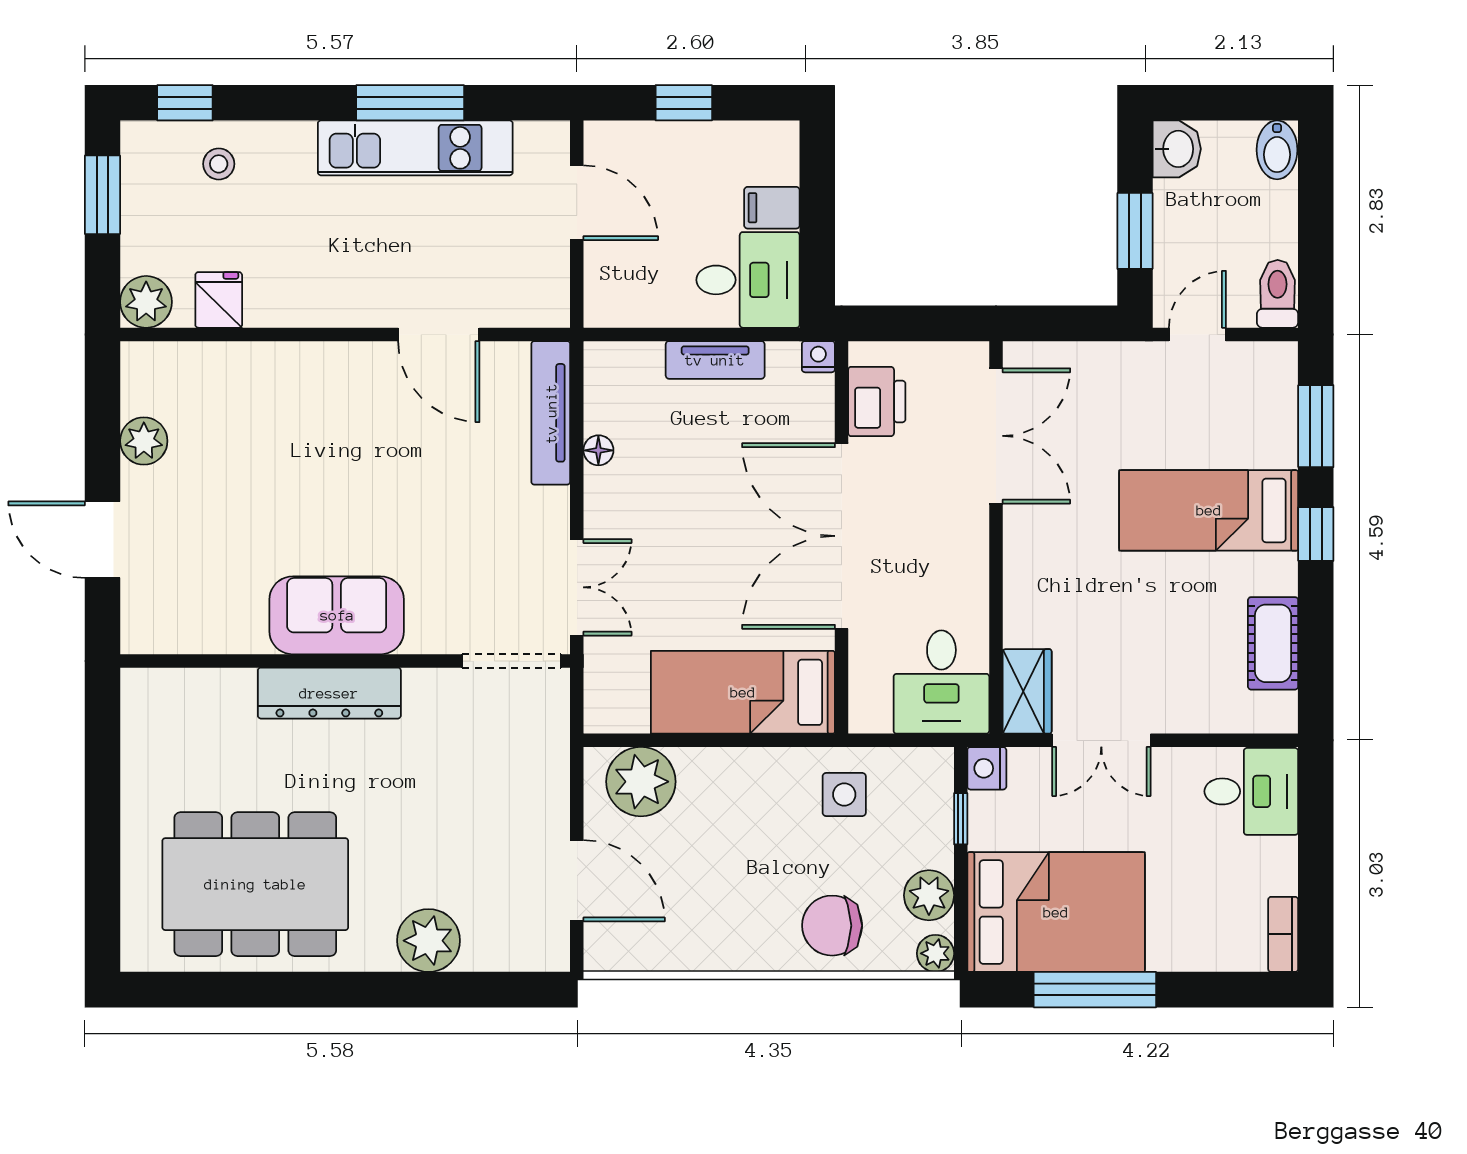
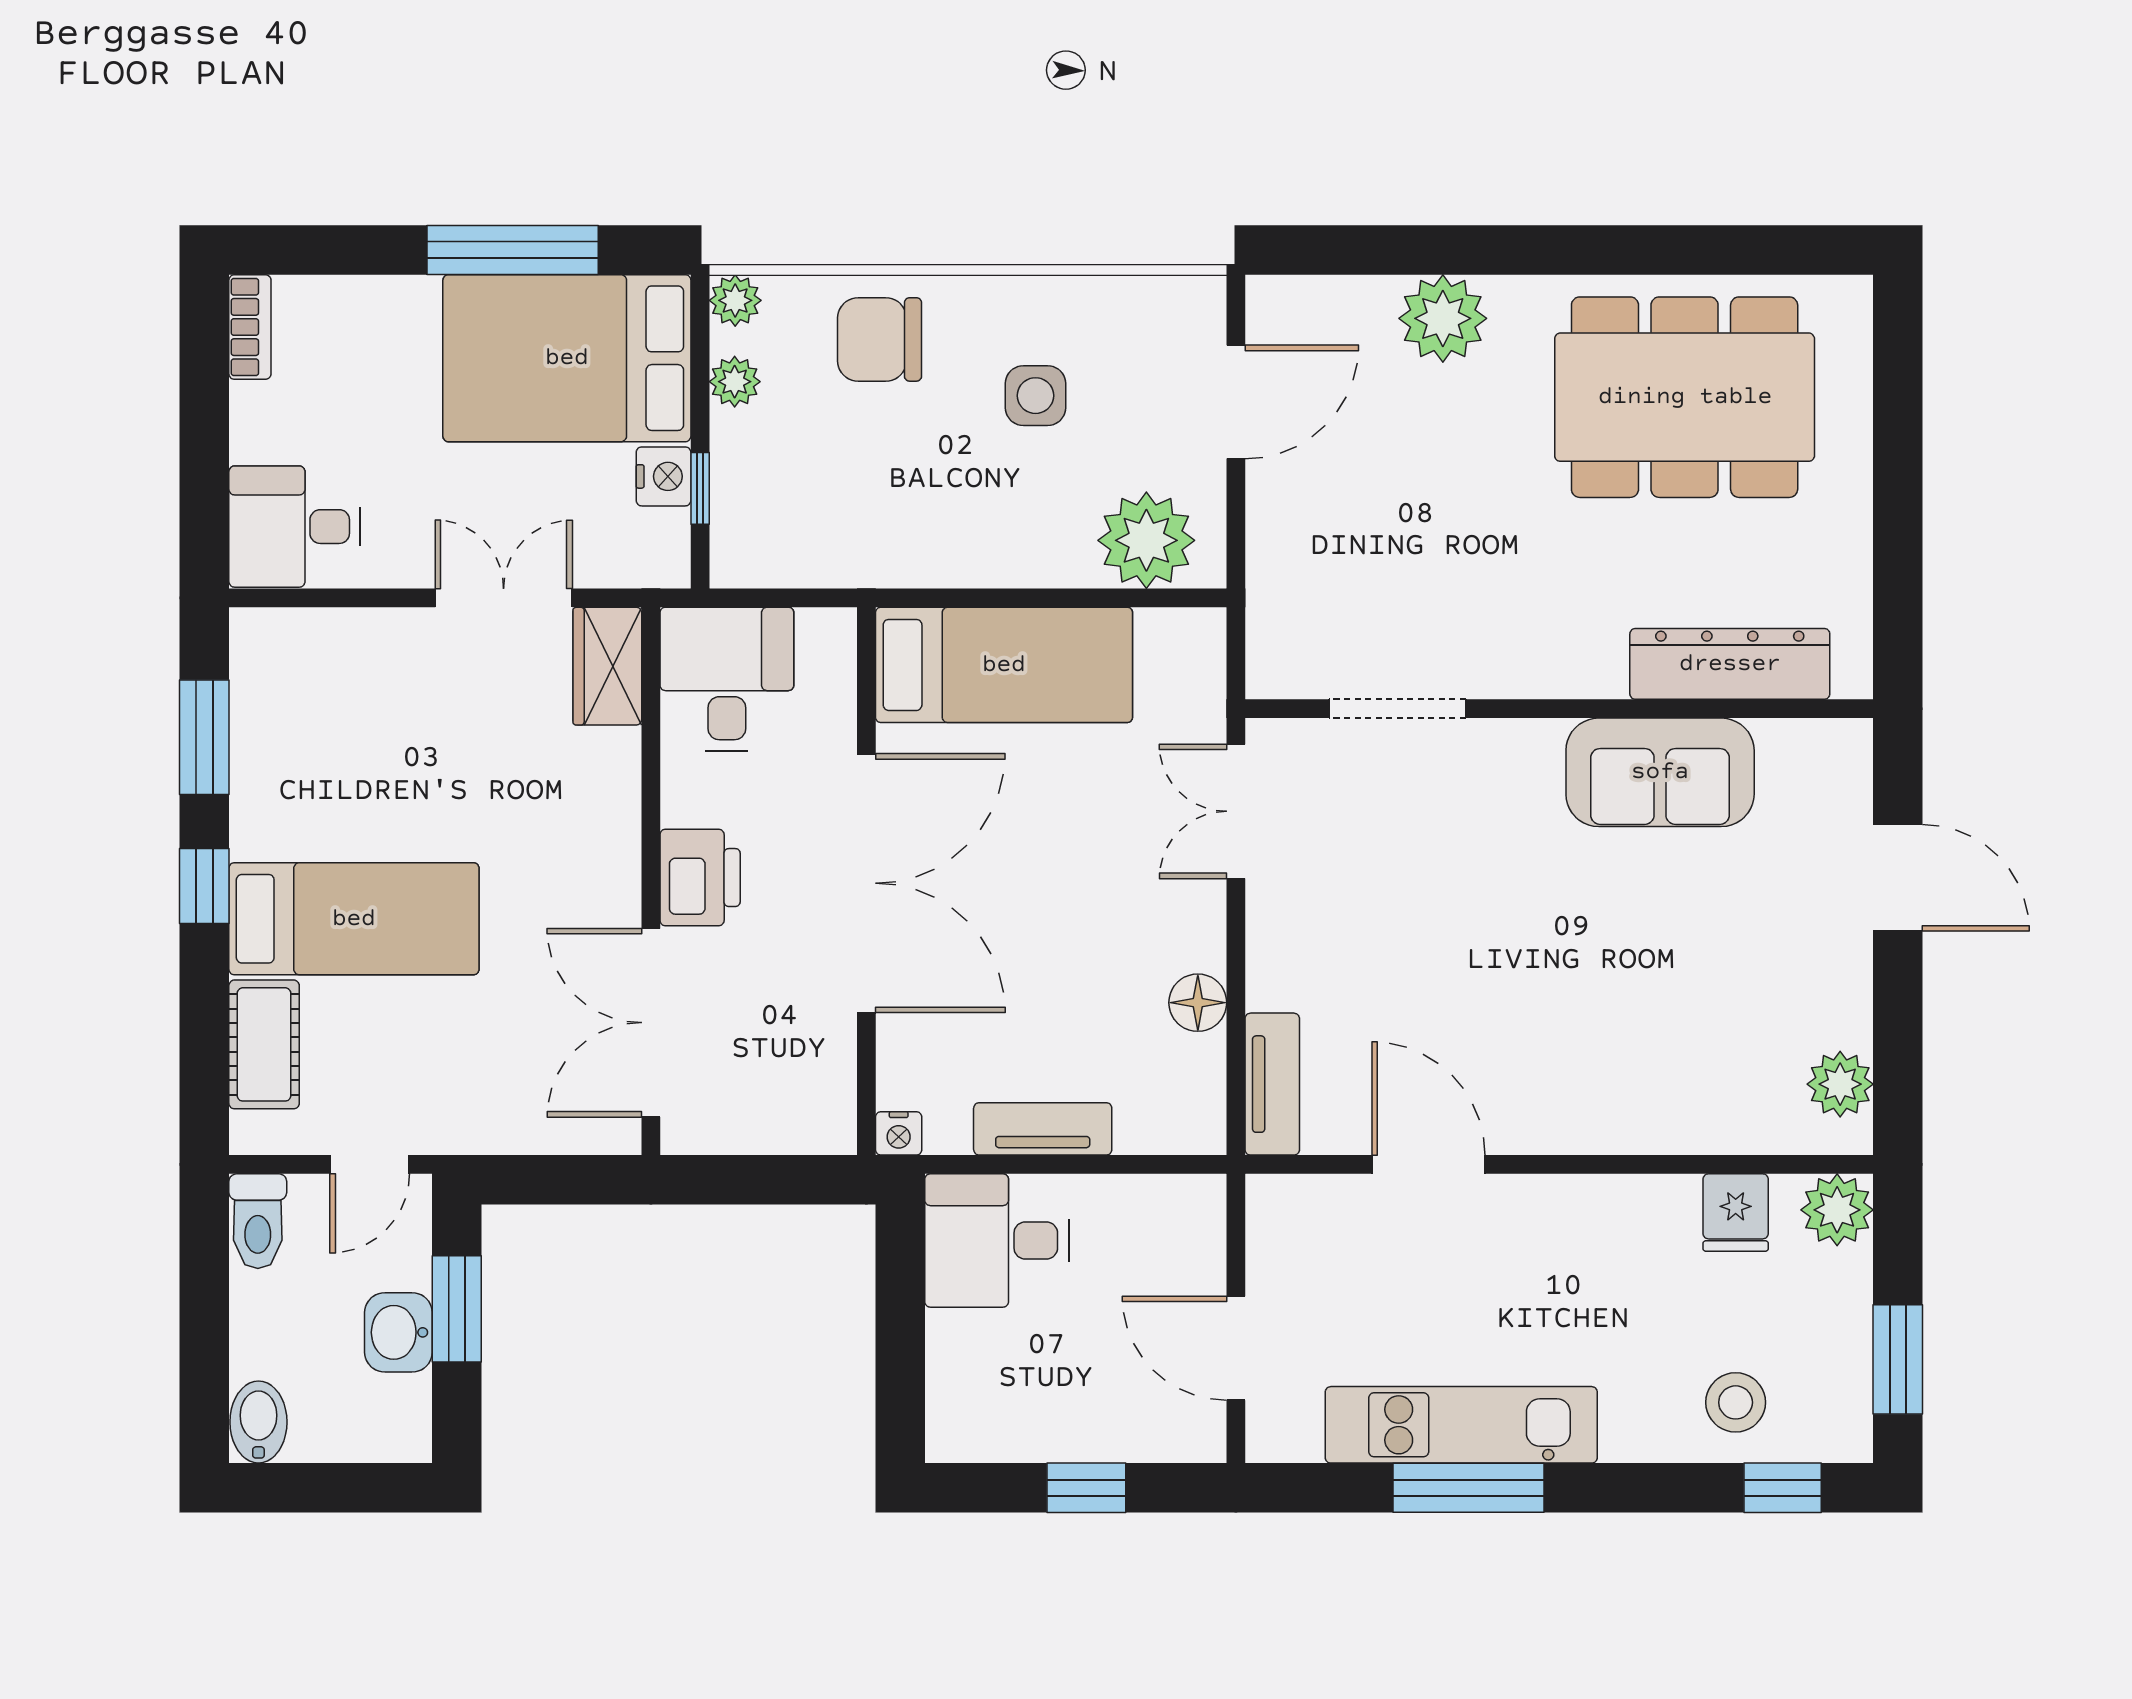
washbasin: (1177, 149) -> (398, 1332), moved
stool: (219, 164) -> (1736, 1402), width x1.37, depth x1.37
filing cabinet: (772, 208) -> (963, 1341), removed
printer: (877, 401) -> (700, 878), moved, turned 180
tv unit: (551, 413) -> (1272, 1084), width x0.71
window: (1316, 426) -> (204, 737), moved
plant: (144, 441) -> (1840, 1084), moved
floor lamp: (598, 450) -> (1198, 1003), width x1.37, depth x1.37
sofa: (337, 615) -> (1660, 772), moved
cot: (1273, 643) -> (264, 1044), moved
doorway: (511, 661) -> (1397, 709), moved
dresser: (329, 693) -> (1730, 664), moved
nightstand: (987, 768) -> (664, 476), moved
side table: (844, 794) -> (1036, 396), moved
door: (577, 881) -> (1236, 402), swing flipped
plant: (929, 895) -> (735, 382), width x0.73, depth x0.73
chair: (832, 926) -> (880, 339), turned 180

